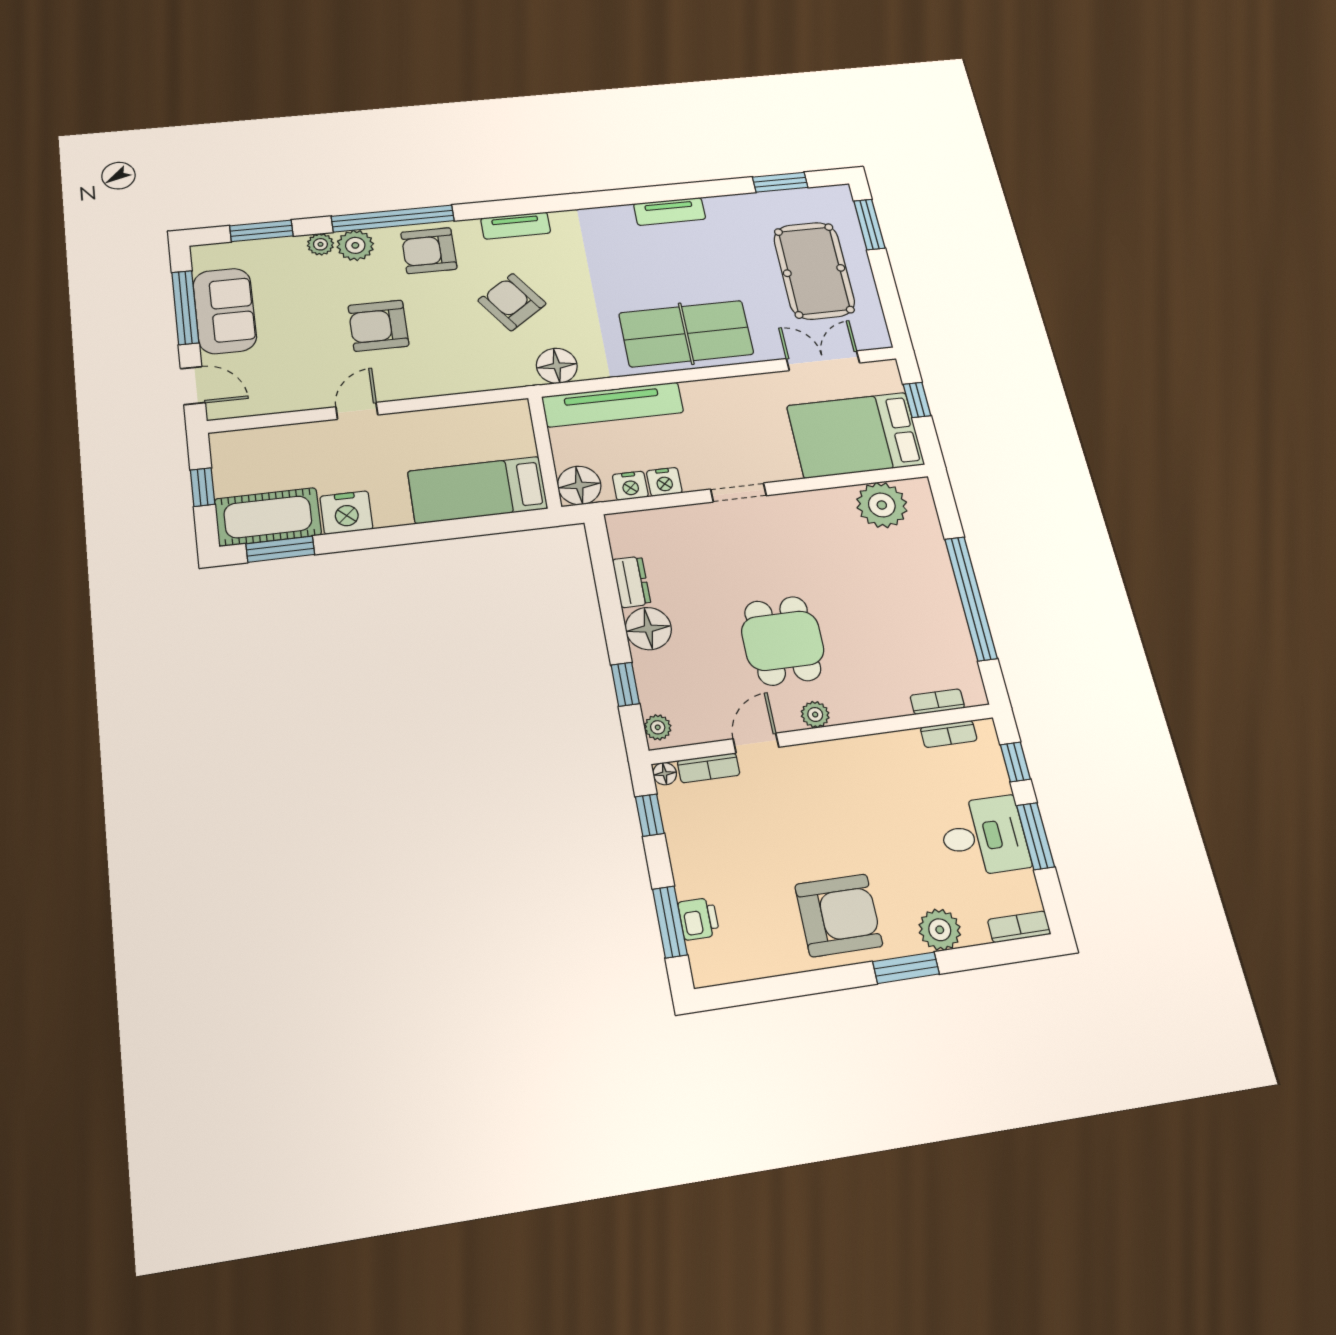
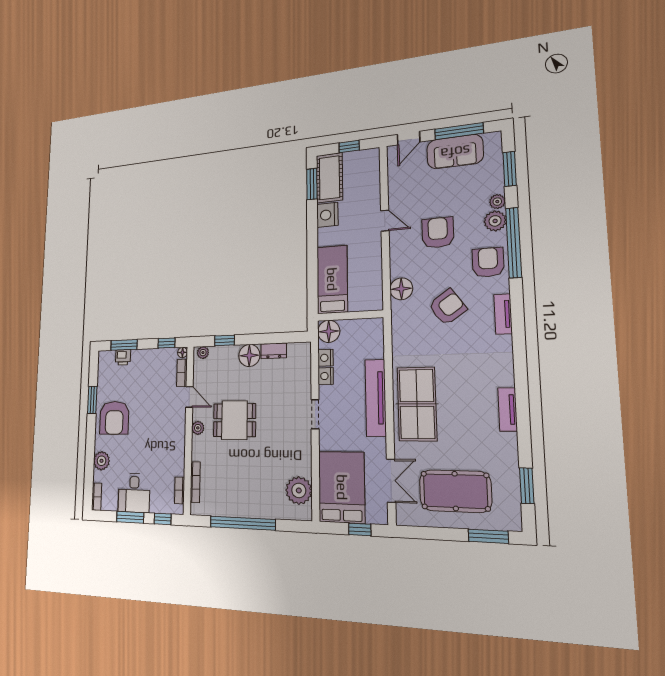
floor lamp: (557, 366) -> (401, 289), moved
tv unit: (613, 405) -> (376, 398), moved
bookcase: (937, 702) -> (195, 482), width x1.56
window: (906, 968) -> (92, 400), moved

